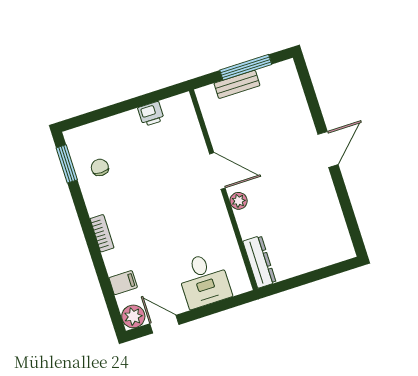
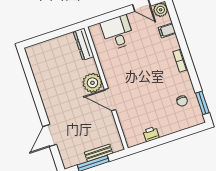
door: (328, 149) -> (50, 135), moved
plant: (239, 201) -> (92, 83), width x1.88, depth x1.88

